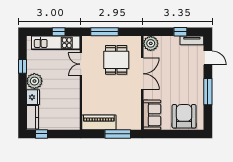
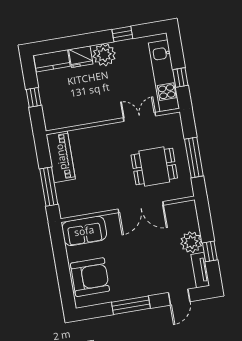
window: (104, 32) -> (194, 157), moved
plant: (151, 43) -> (191, 242), moved
window: (41, 134) -> (34, 97), moved

